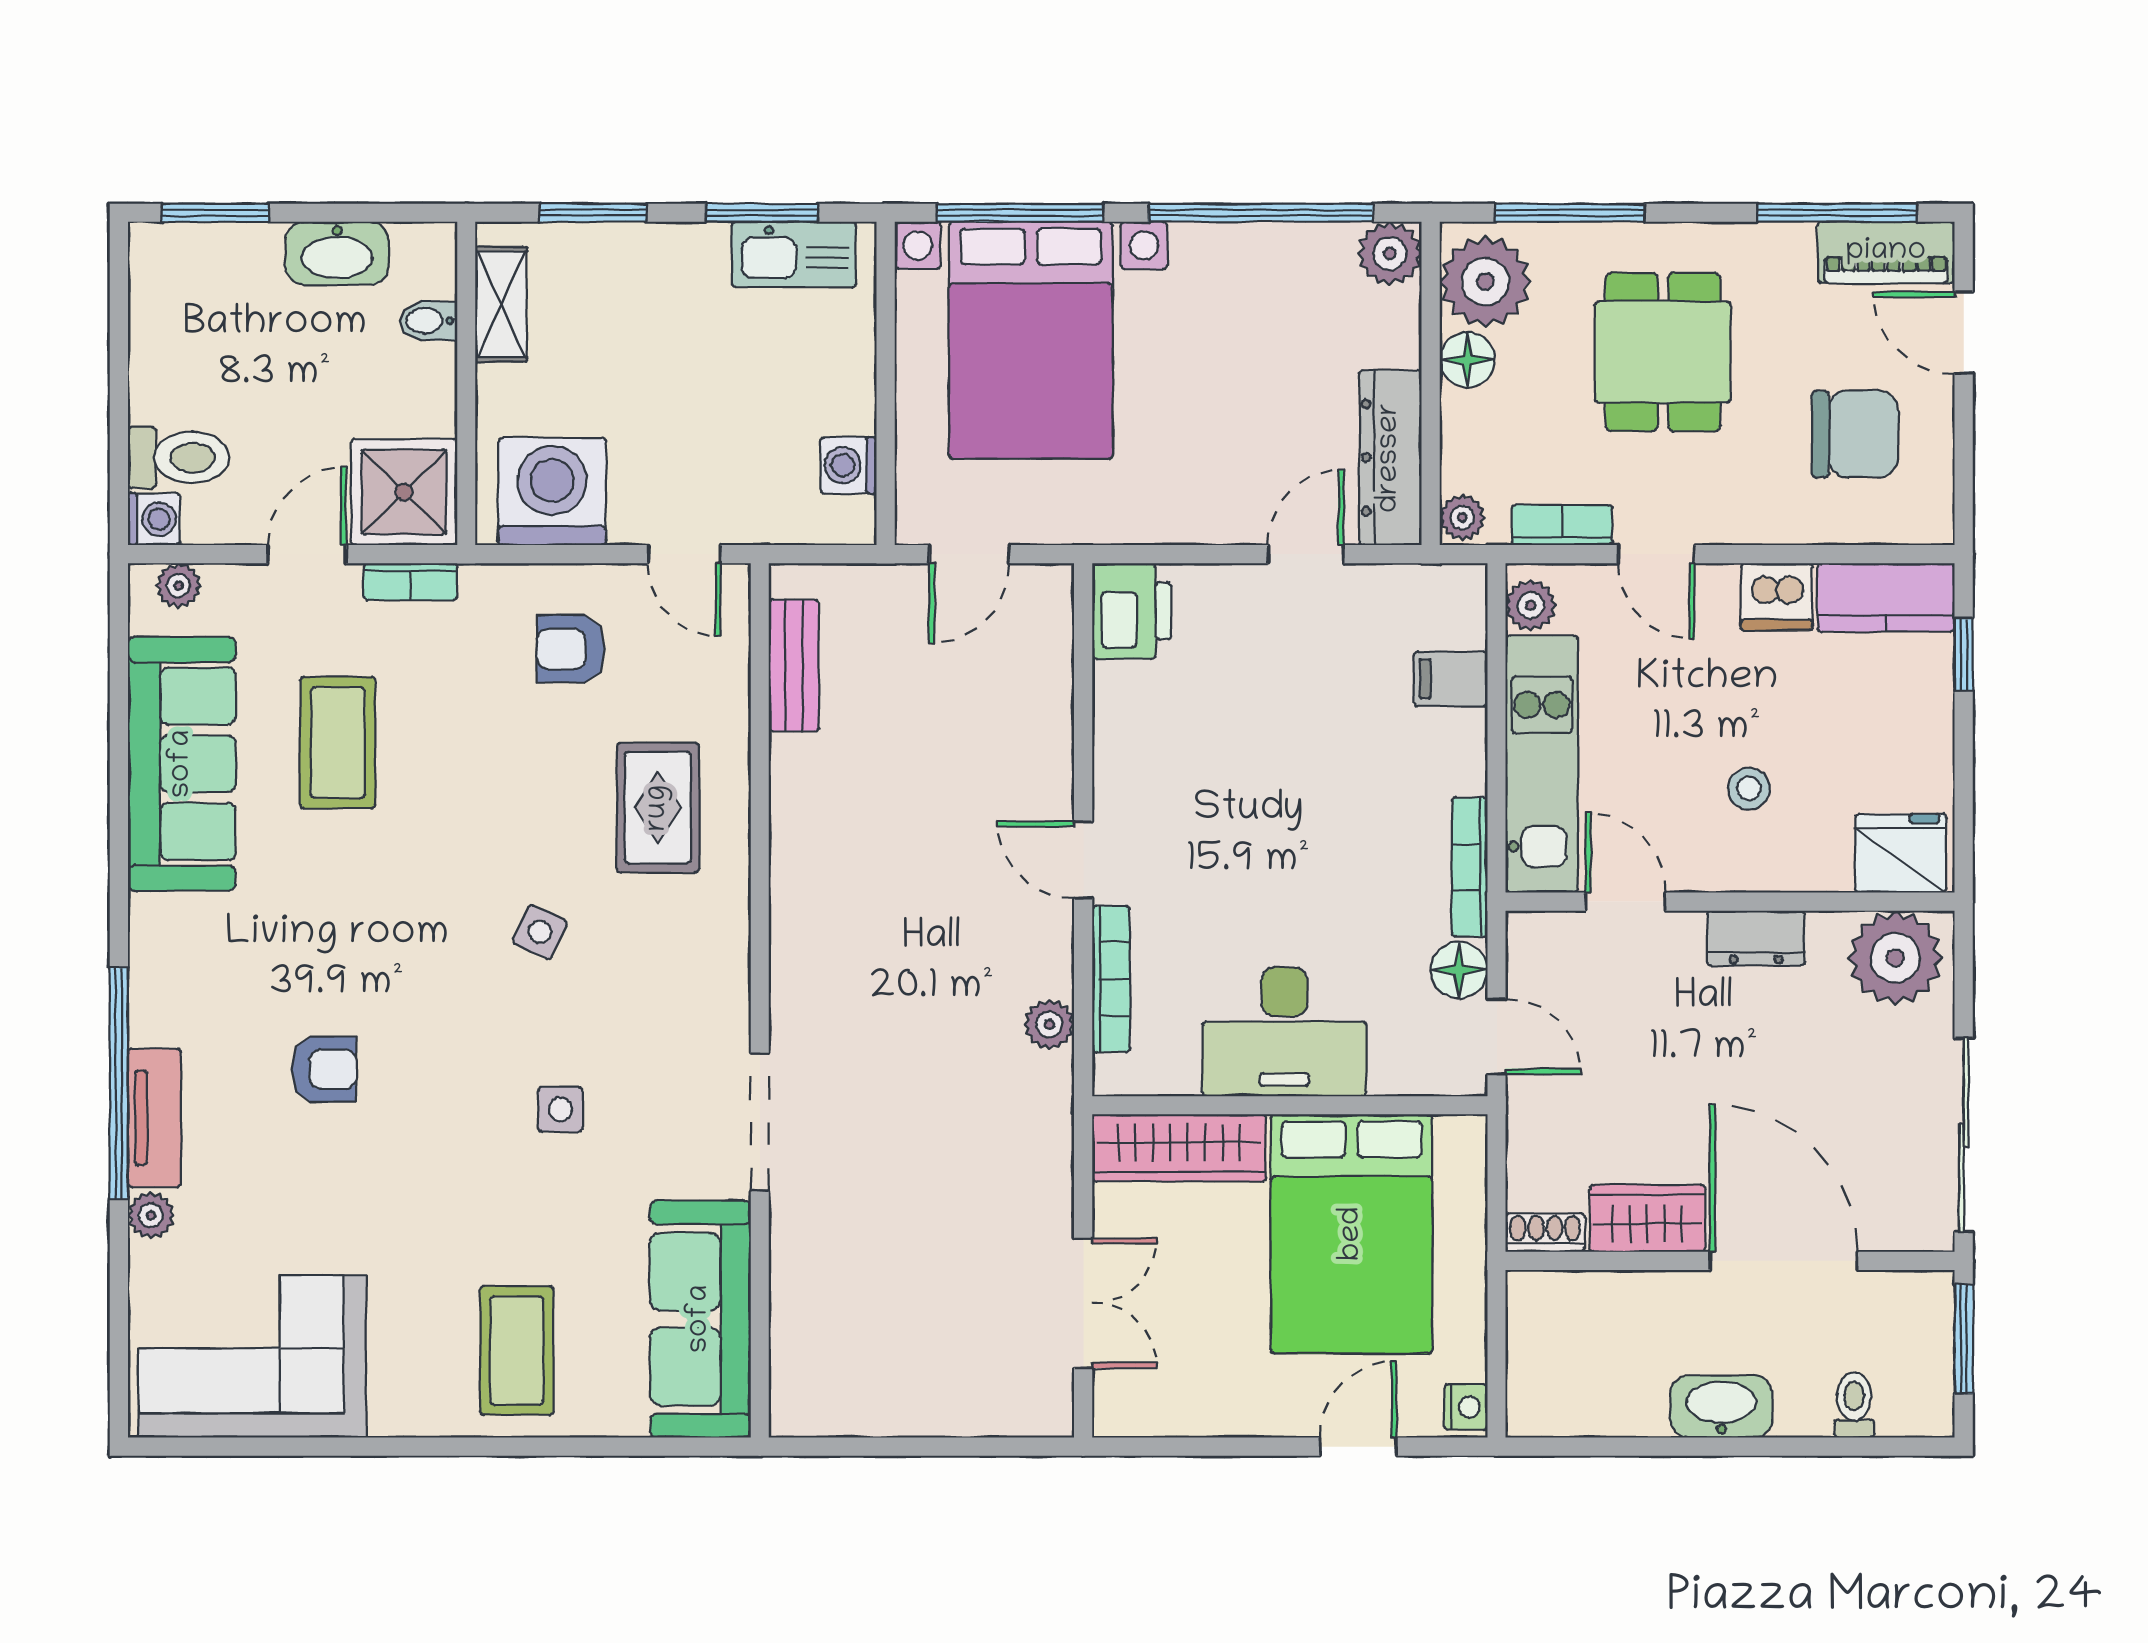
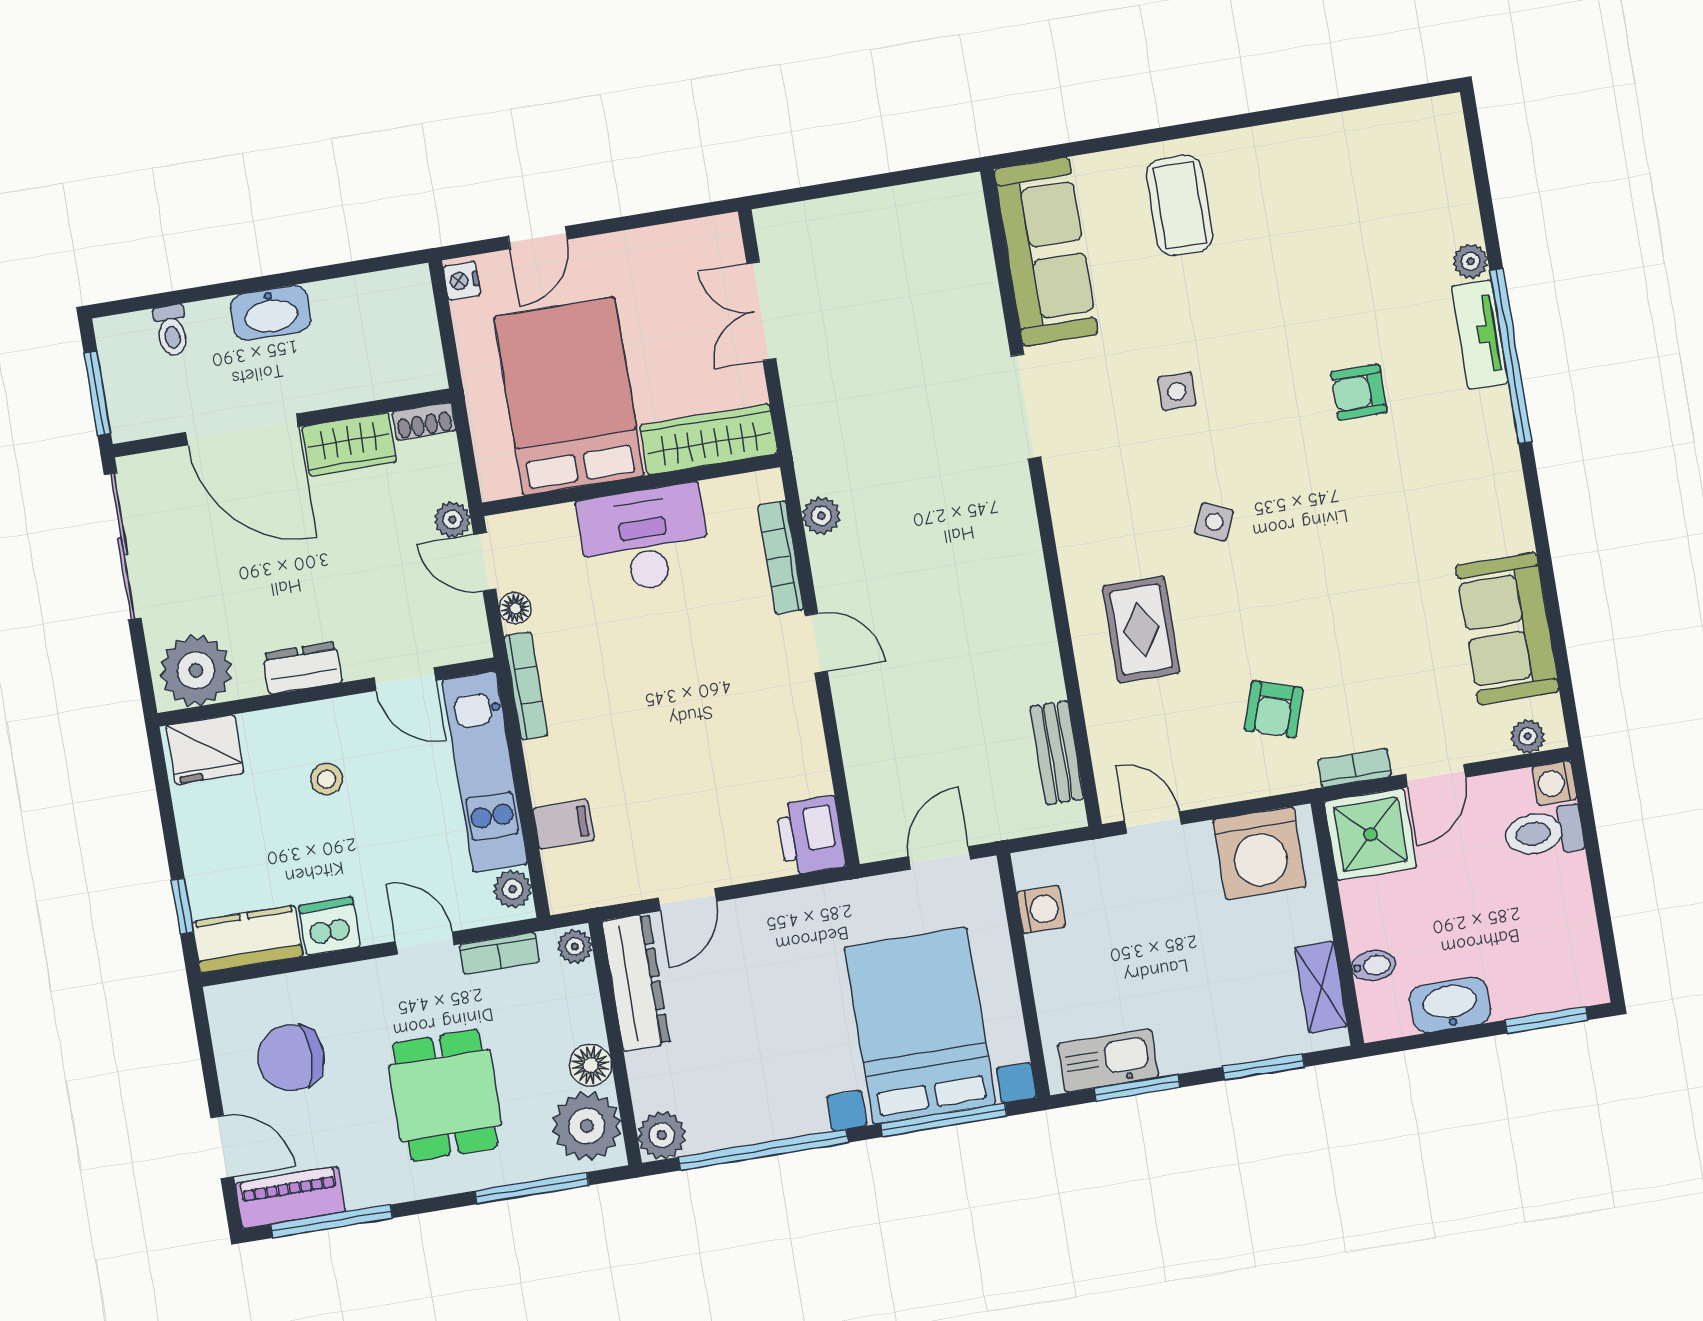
armchair: (571, 649) -> (1274, 709), moved, turned 108
coffee table: (338, 743) -> (1389, 638), removed
sofa: (182, 764) -> (1507, 629), width x0.73
floor lamp: (1459, 970) -> (515, 608), width x0.73, depth x0.73
plant: (1529, 1099) -> (452, 520), added
corner sofa: (253, 1356) -> (1377, 168), removed

